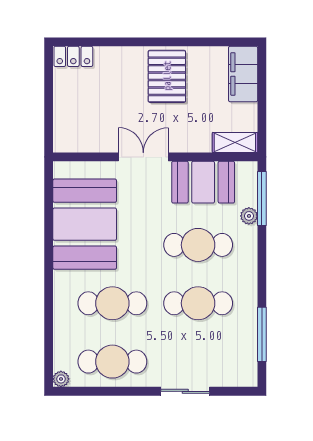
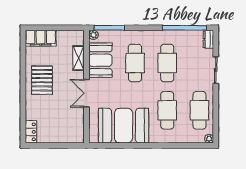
pallet: (167, 76) -> (42, 80), turned 90
shelving: (235, 142) -> (78, 58), moved
plant: (249, 216) -> (93, 35), moved
window: (262, 334) -> (184, 28), width x1.46
dresser: (241, 378) -> (208, 39), added

